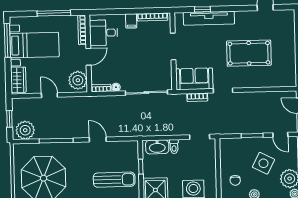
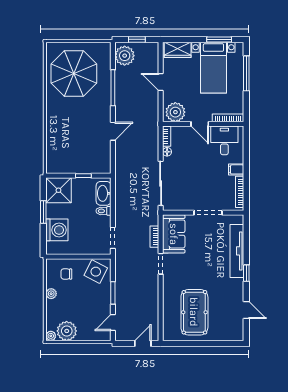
window: (202, 9) -> (246, 273), moved
window: (54, 13) -> (246, 73), moved
window: (7, 40) -> (219, 39), width x0.69
pool table: (249, 53) -> (194, 312), moved
door: (49, 95) -> (161, 82), swing flipped
side table: (263, 163) -> (96, 272), moved
sun lounger: (114, 180) -> (70, 147), removed

